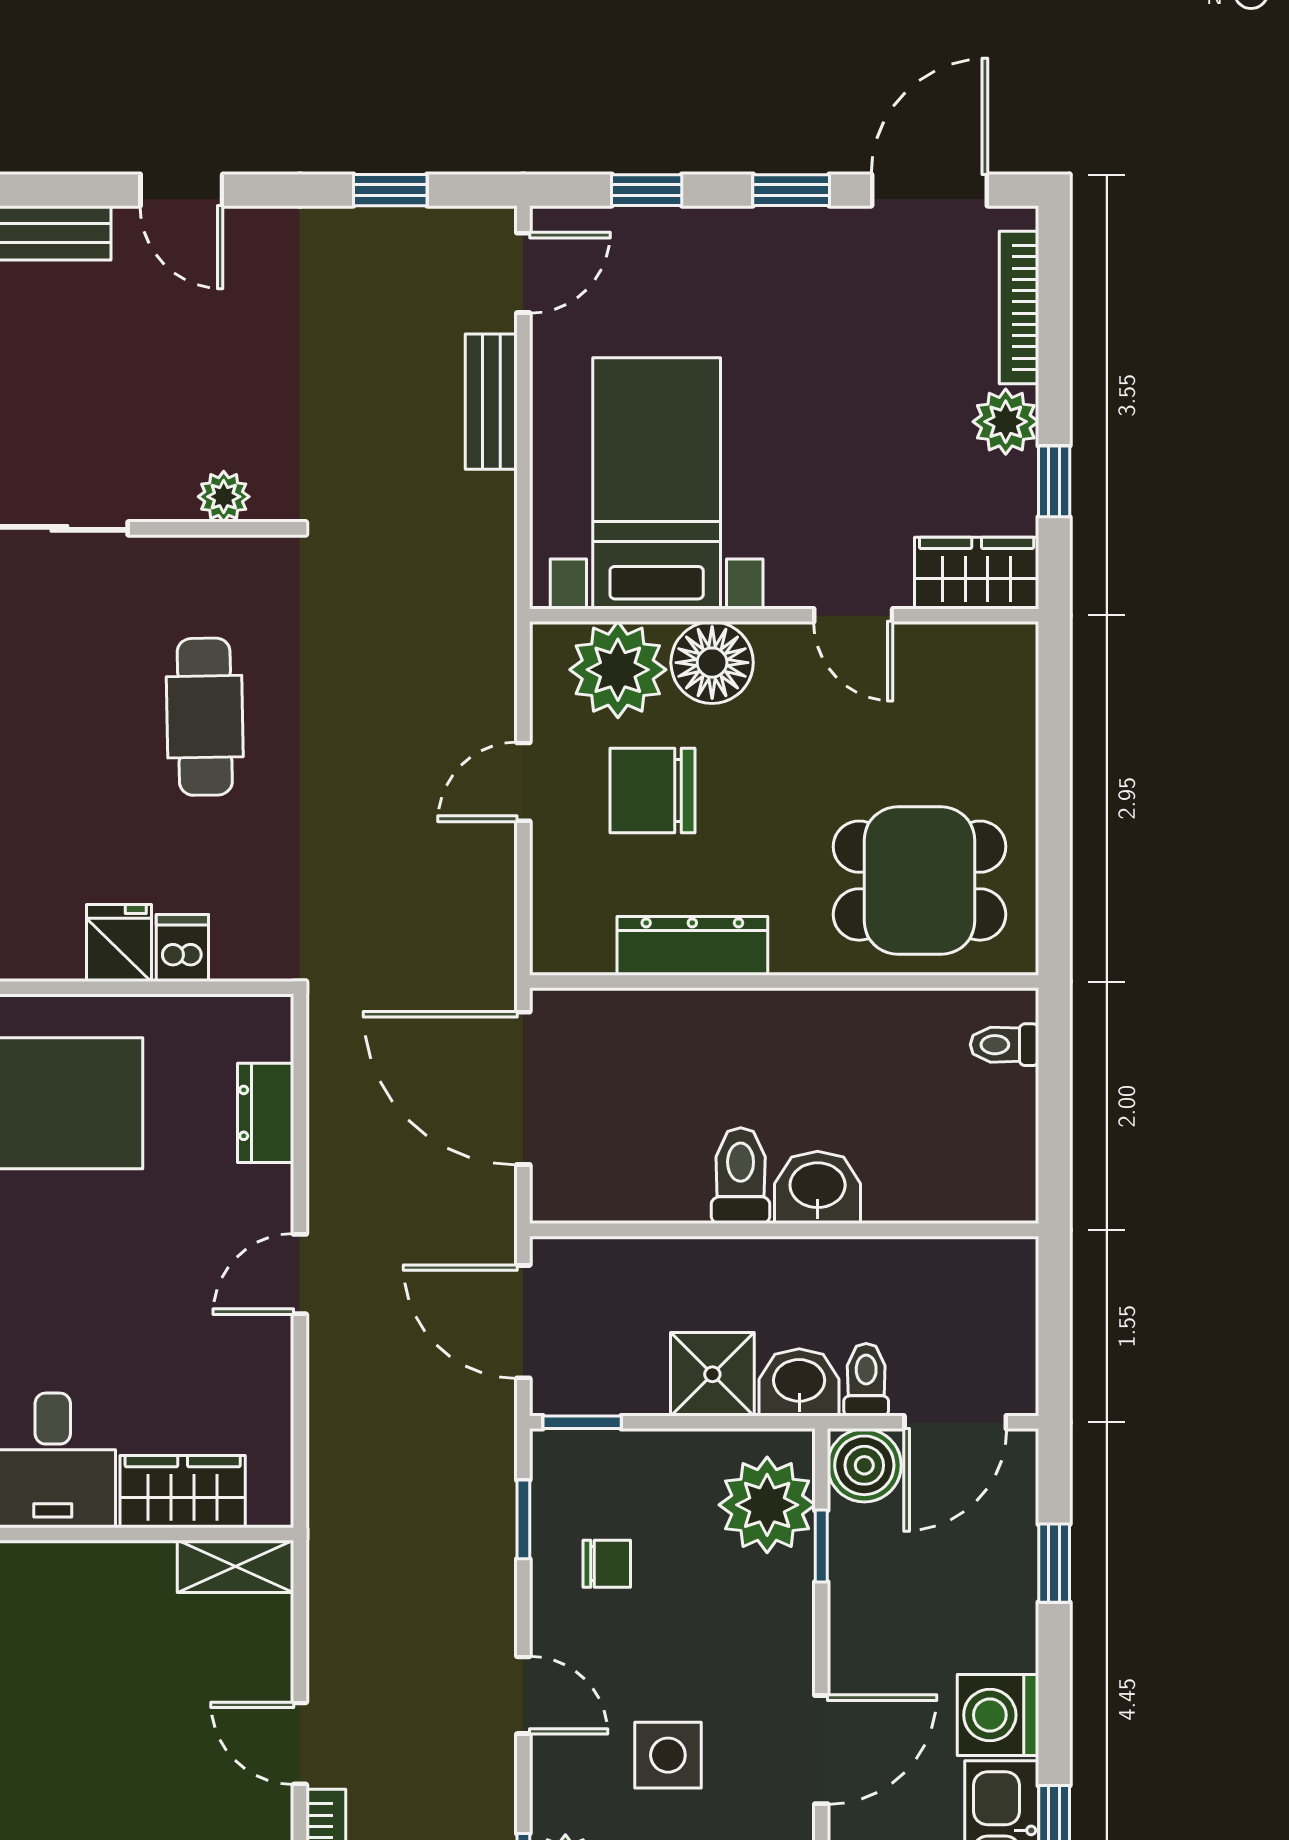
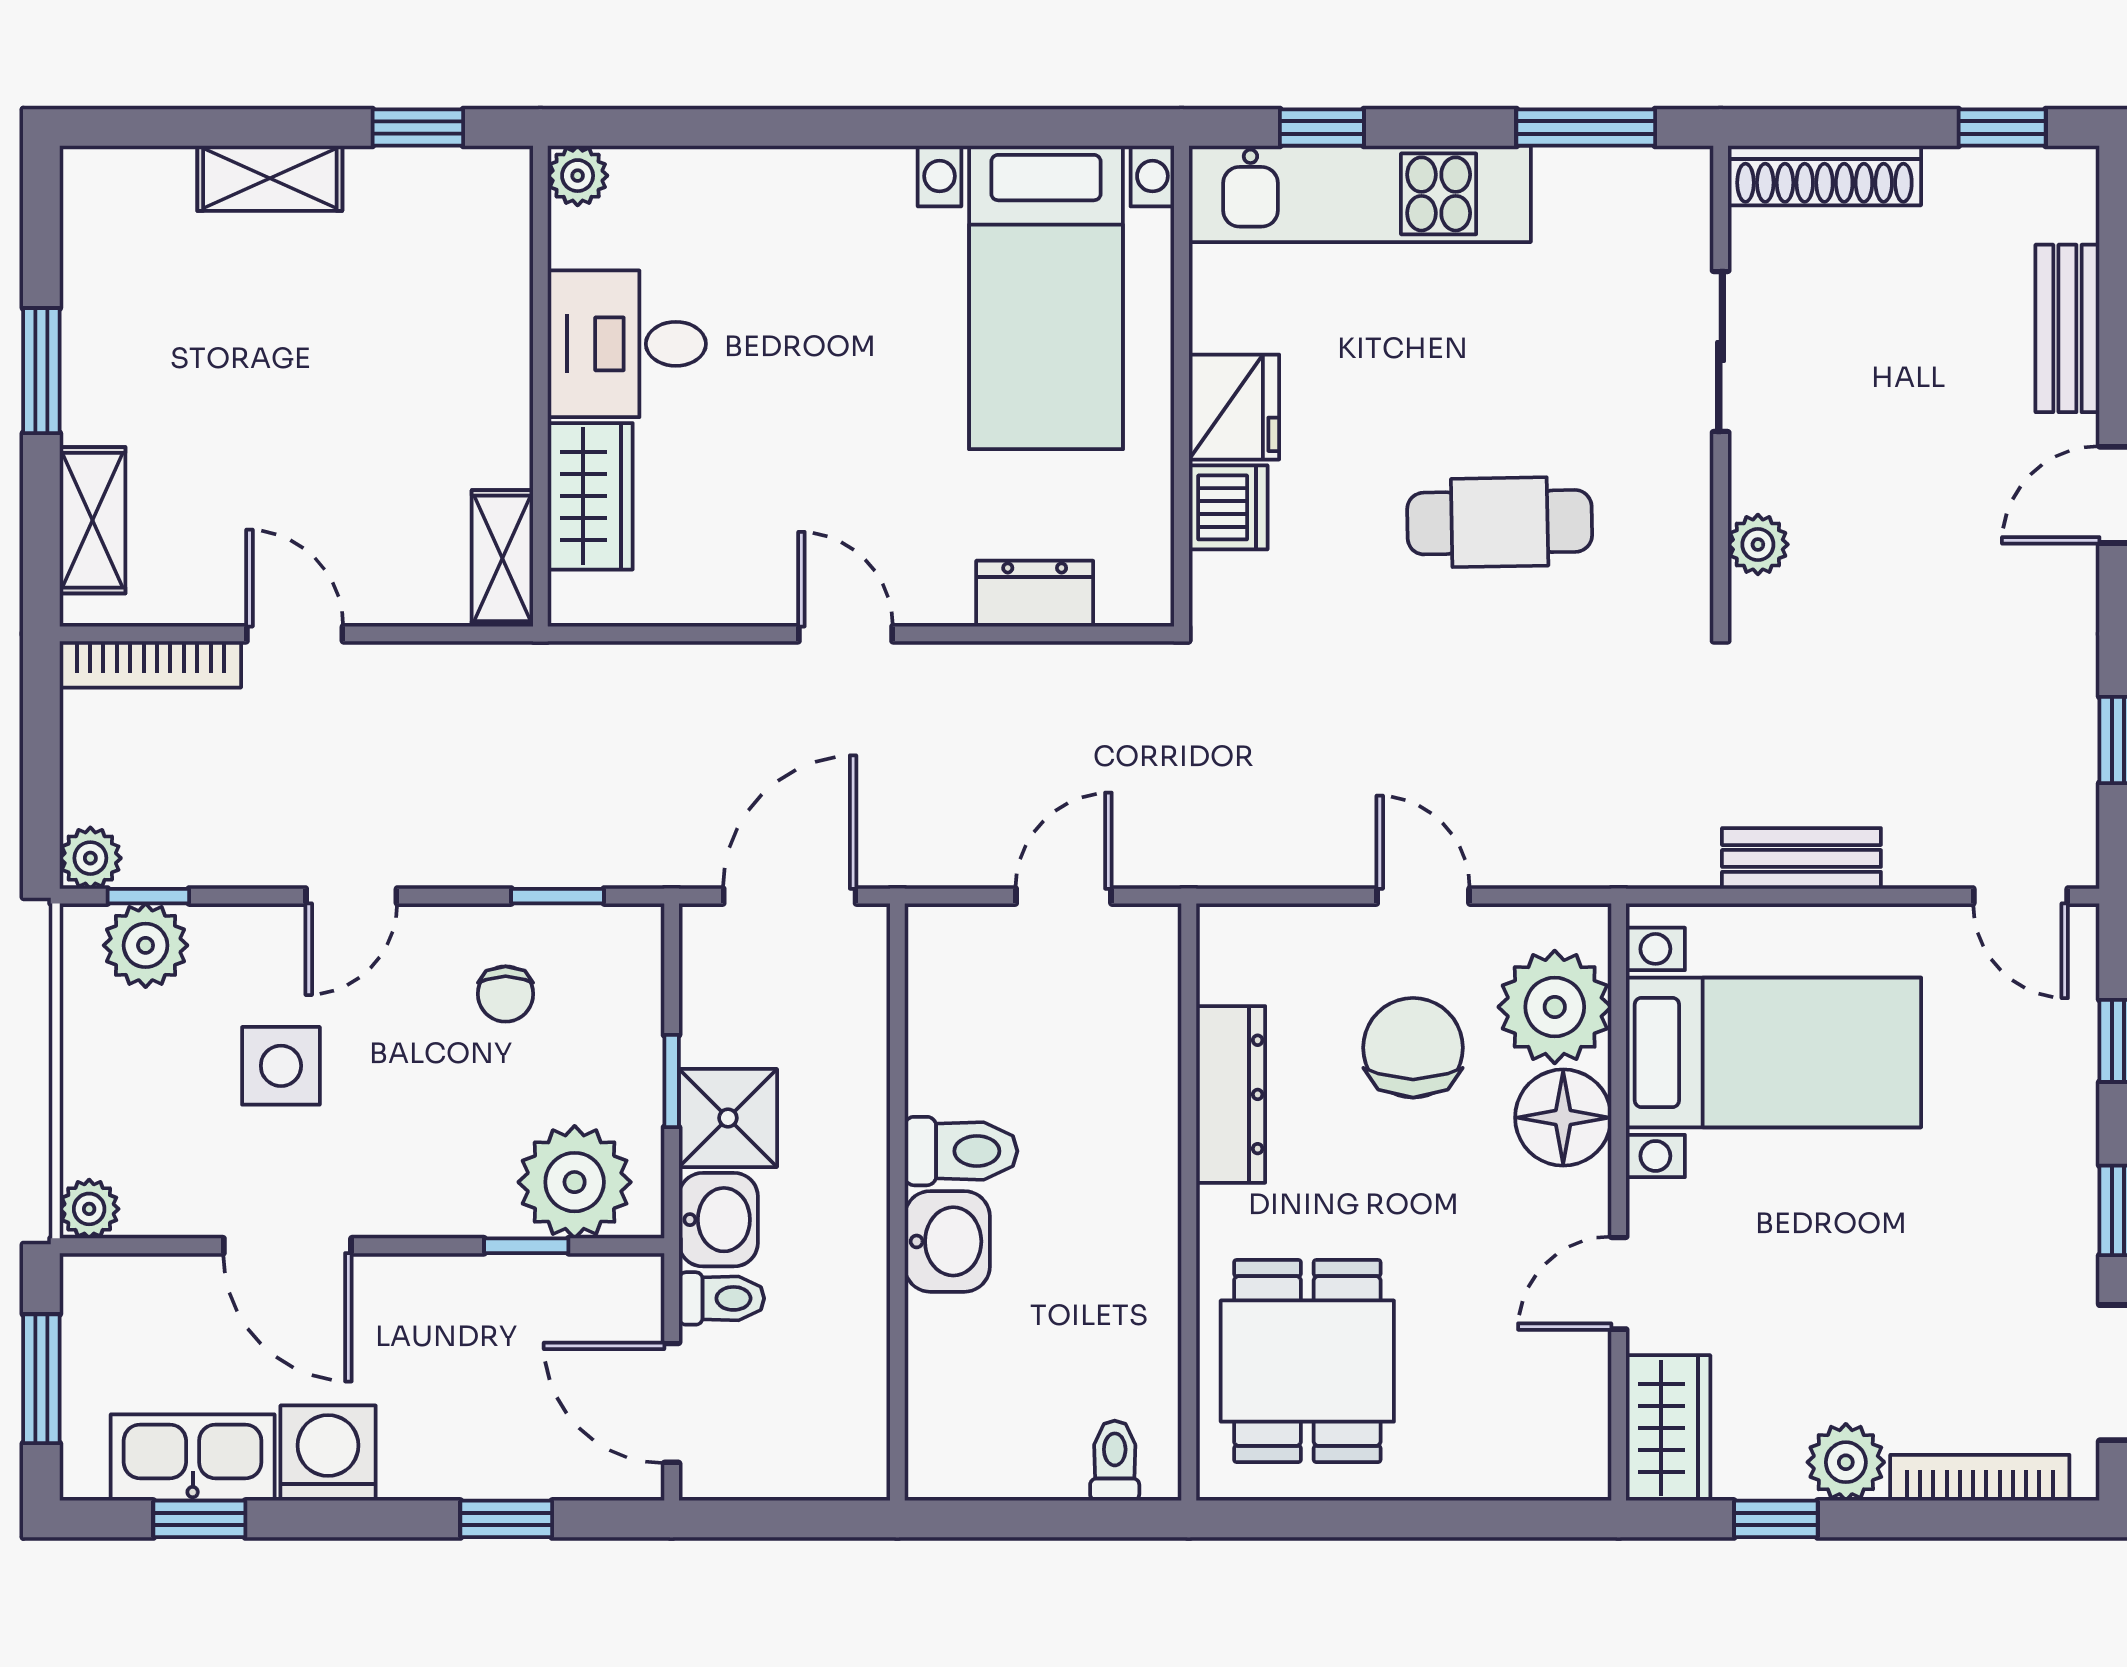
bench: (491, 402) -> (1801, 858), moved
fridge: (119, 943) -> (1234, 407), width x1.38
dishwasher: (182, 948) -> (1228, 507), width x1.38
door: (523, 1088) -> (1064, 896), width x0.53
window: (582, 1422) -> (672, 1081), moved
boiler: (864, 1465) -> (621, 1296), removed
door: (300, 1743) -> (295, 634), hinge flipped

